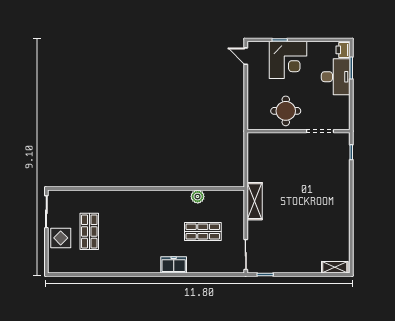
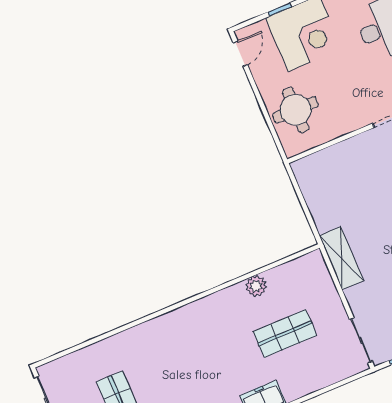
door: (246, 56) -> (240, 54), swing flipped
round table: (286, 111) -> (296, 110), moved

